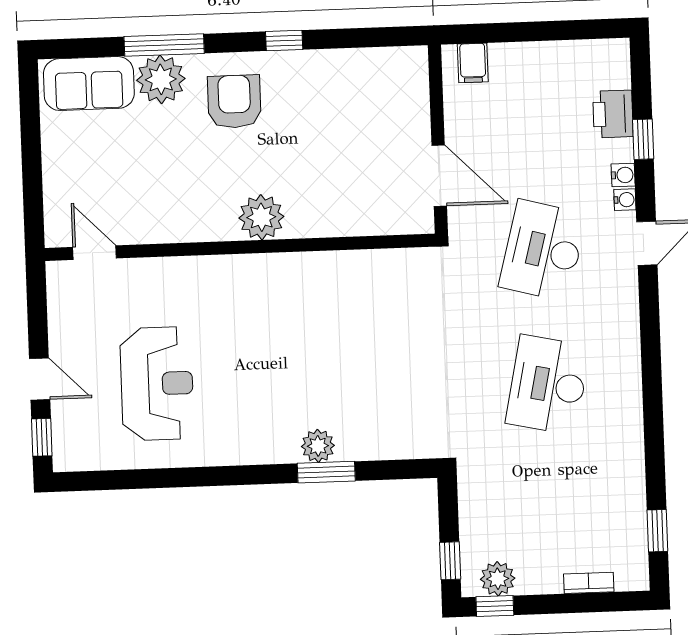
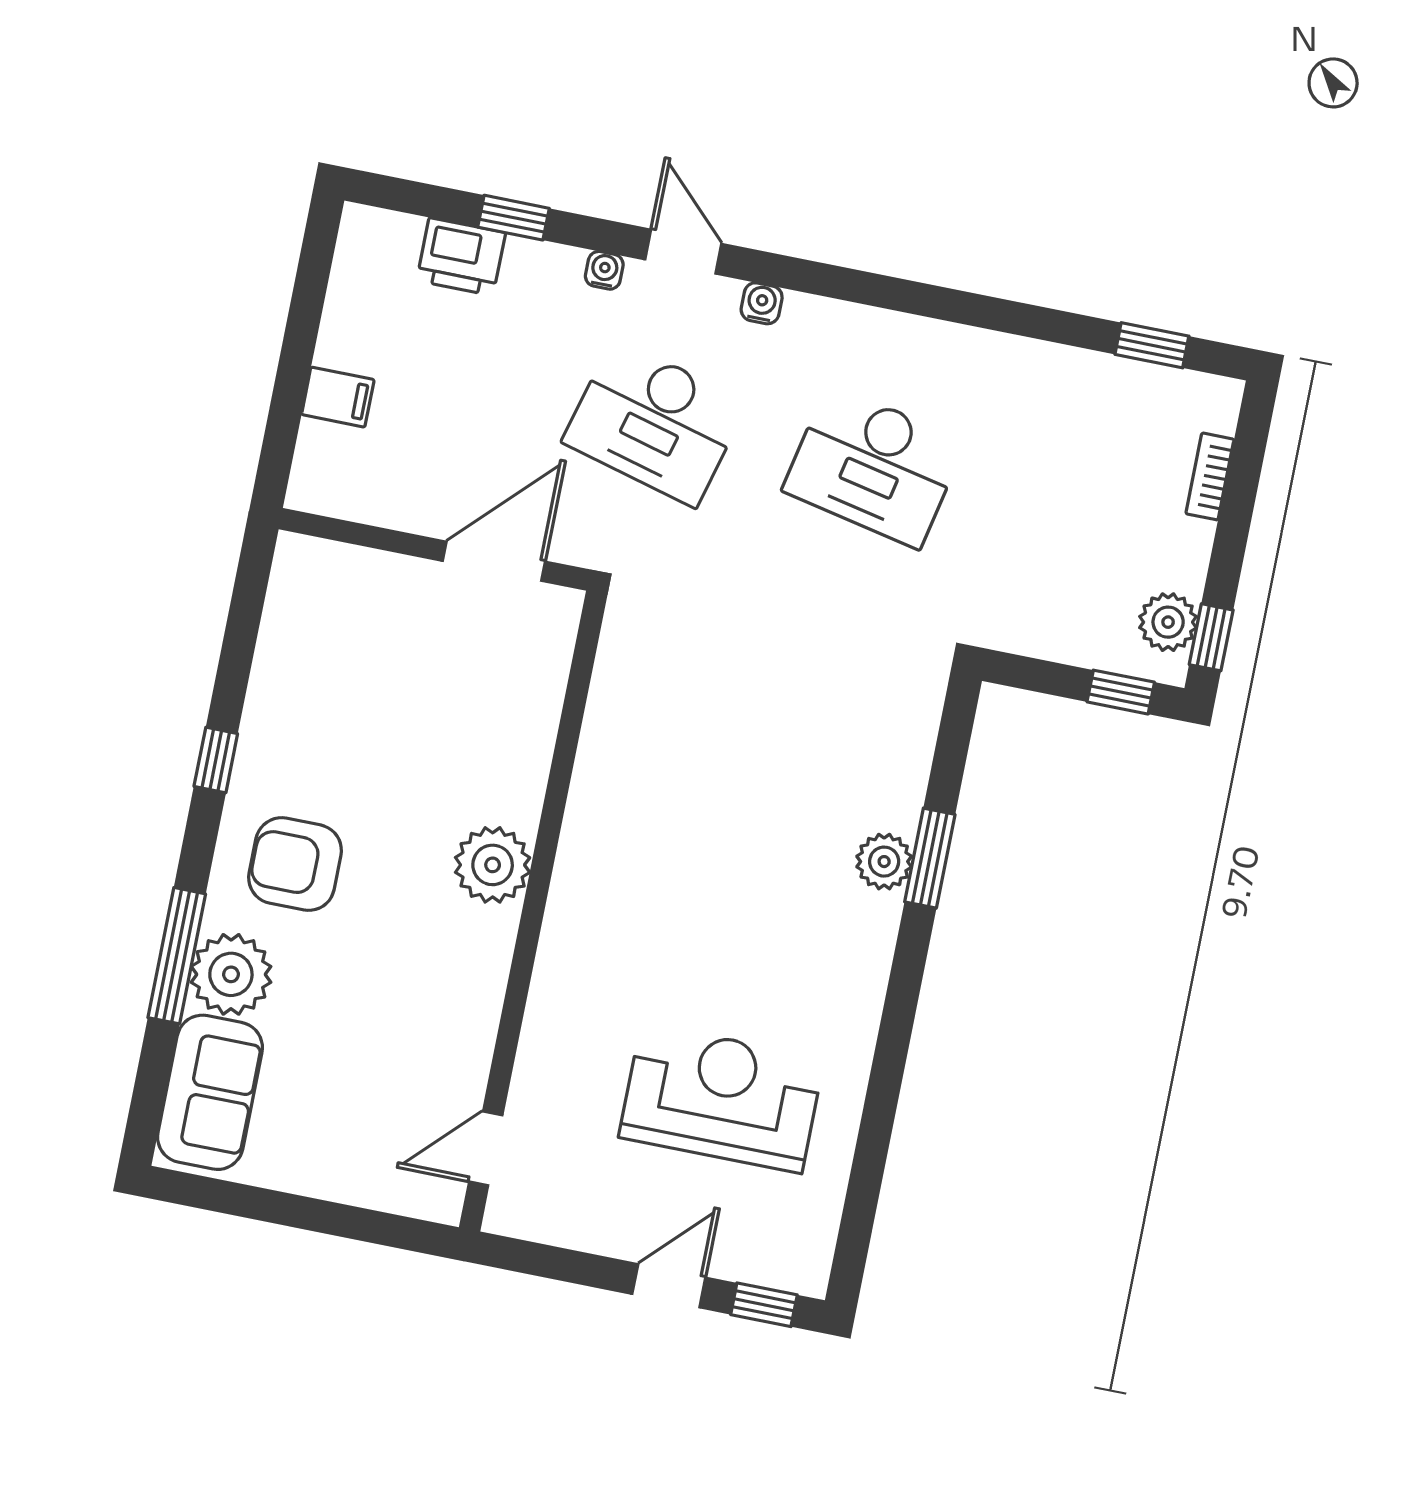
filing cabinet: (473, 63) -> (338, 397), moved
water cooler: (623, 175) -> (762, 303), moved

